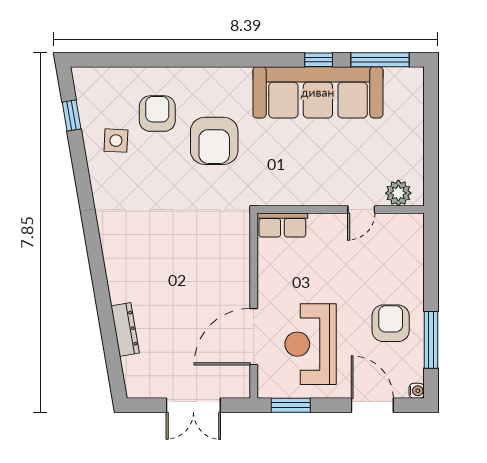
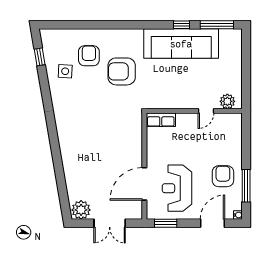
armchair: (214, 141) -> (122, 71), turned 90
dresser: (125, 329) -> (70, 180), removed
plant: (144, 382) -> (81, 210), added
door: (372, 405) -> (212, 223), hinge flipped

